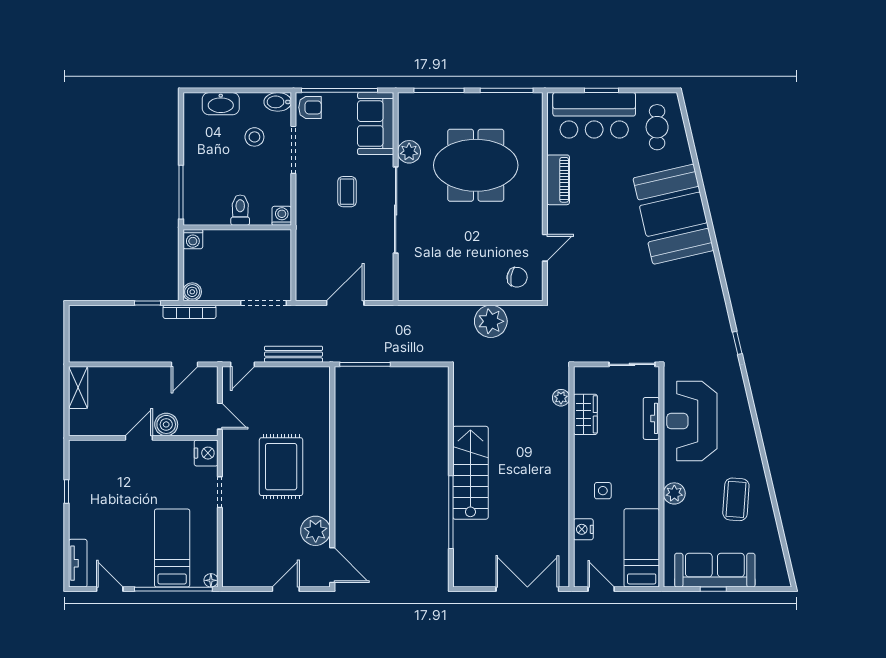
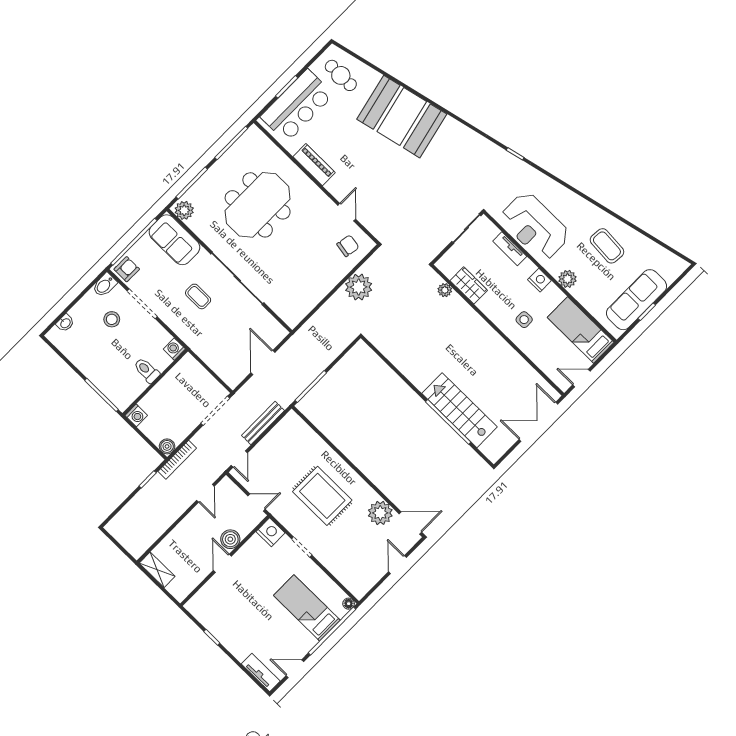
washbasin: (221, 104) -> (65, 323), width x0.52, depth x0.69
plant: (409, 152) -> (184, 210), moved
stairs: (470, 473) -> (459, 410), moved
nightstand: (583, 529) -> (539, 280), moved, turned 180

